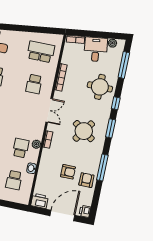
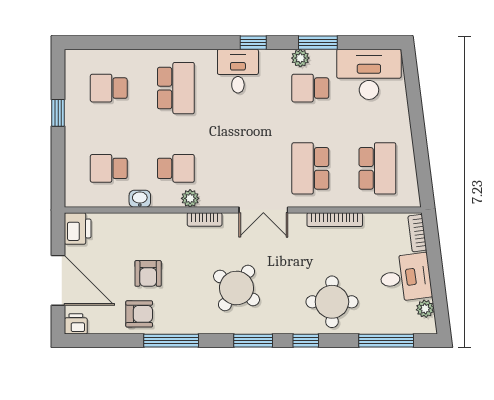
school desk: (34, 84) -> (310, 168), width x1.85

